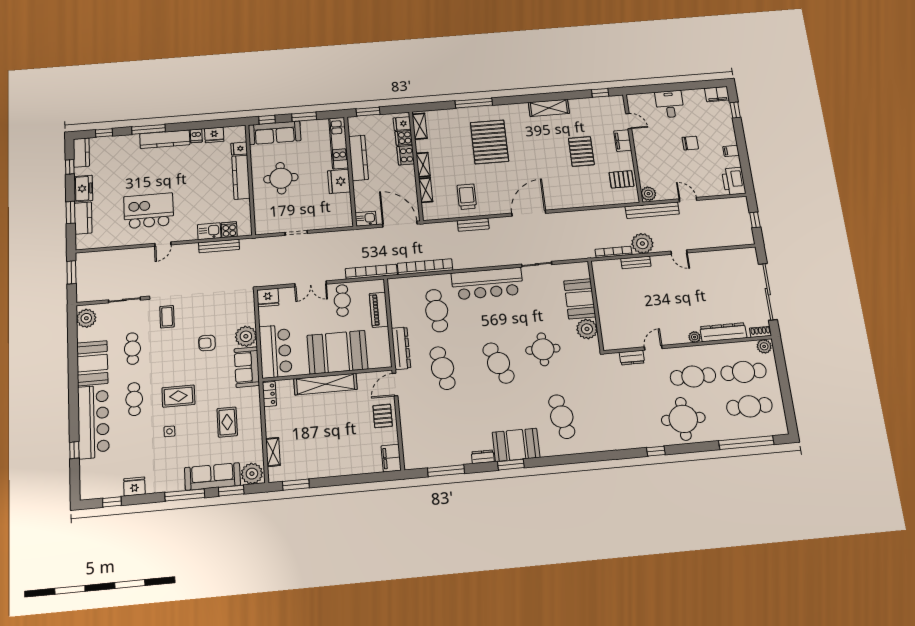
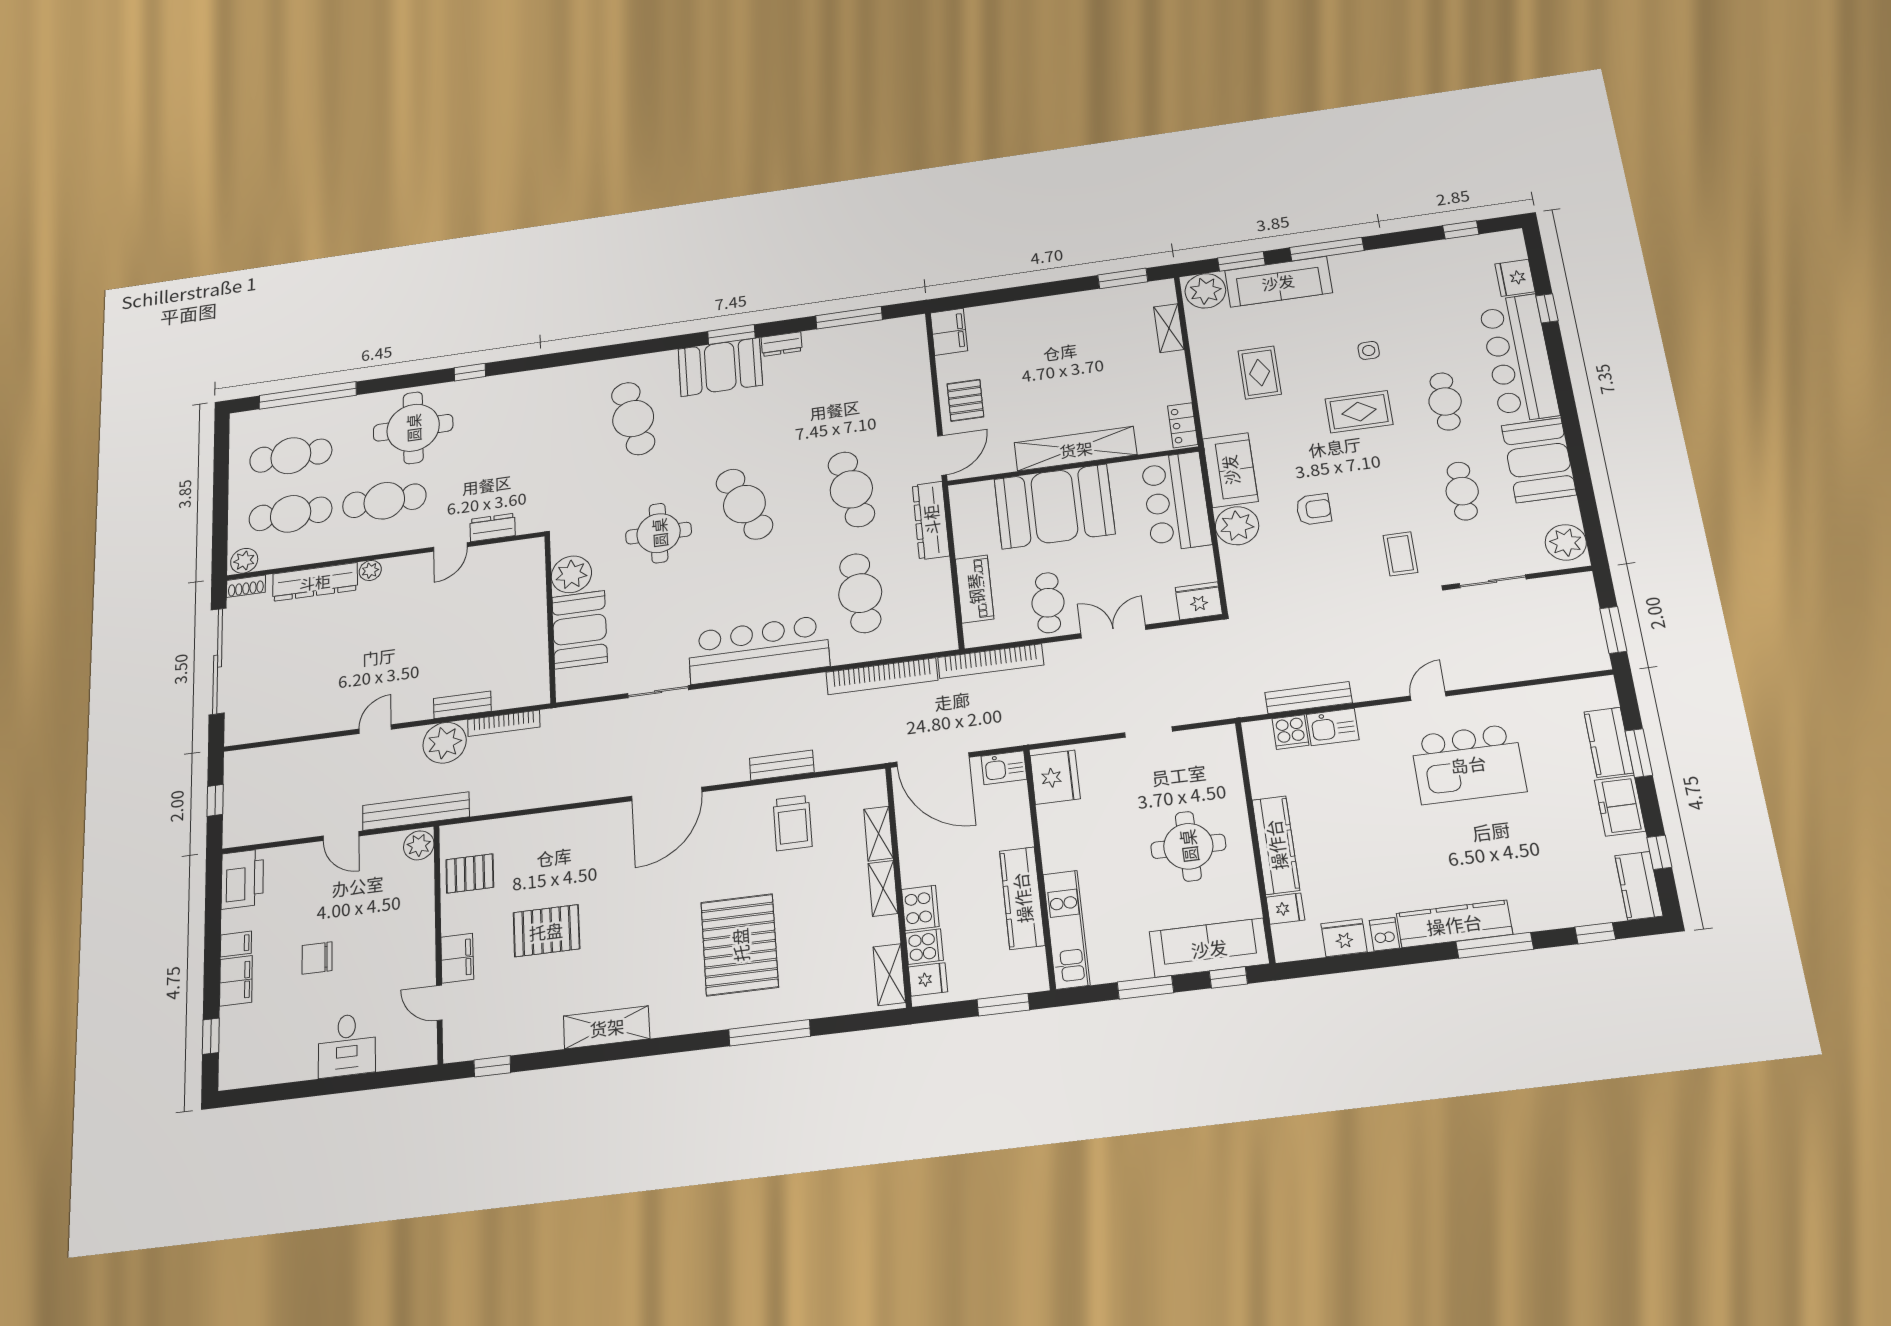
filing cabinet: (717, 94) -> (236, 981), moved, turned 90
pallet: (581, 151) -> (546, 931), turned 90
fridge: (339, 181) -> (1055, 777), moved
door: (679, 252) -> (375, 729), hinge flipped
fridge: (134, 486) -> (1515, 278), moved, turned 90

